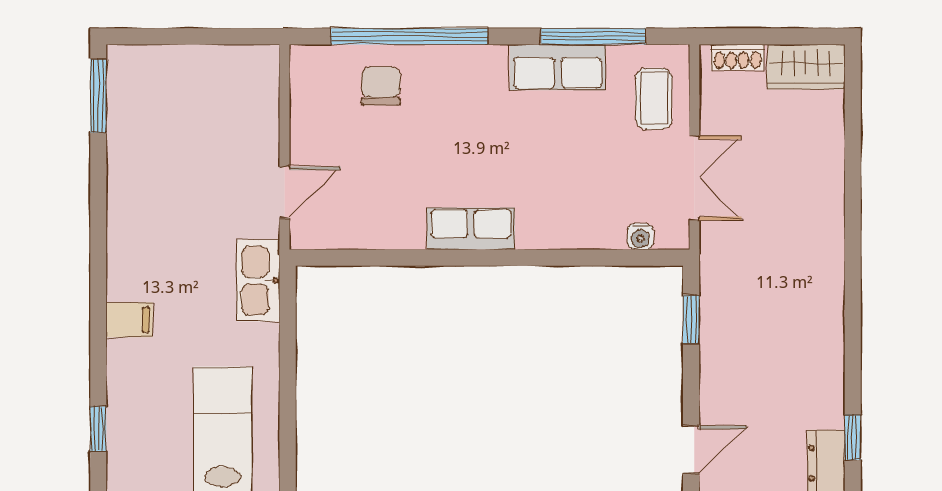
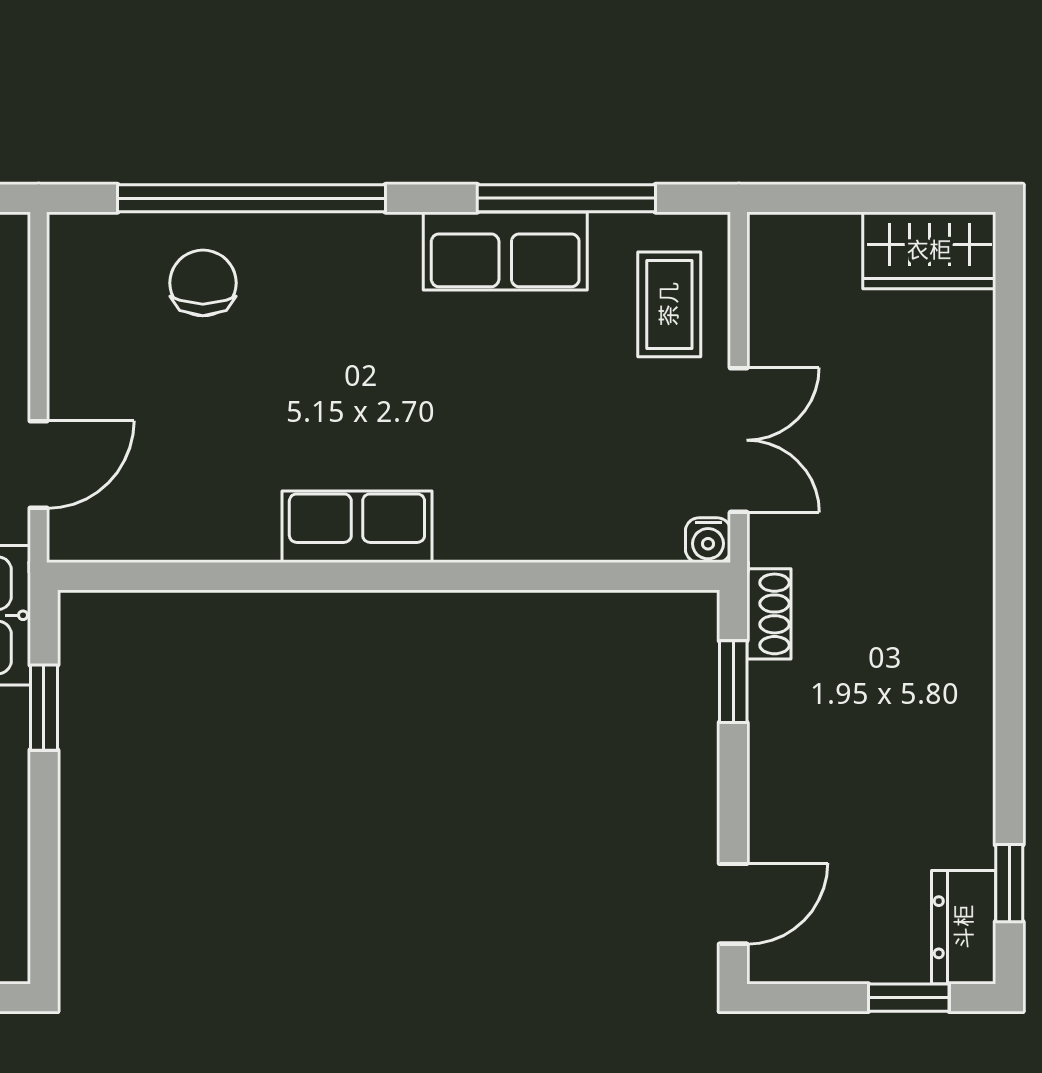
shoe rack: (737, 57) -> (769, 614), moved, turned -90
water cooler: (640, 236) -> (708, 540), moved
window: (288, 334) -> (44, 708), added

